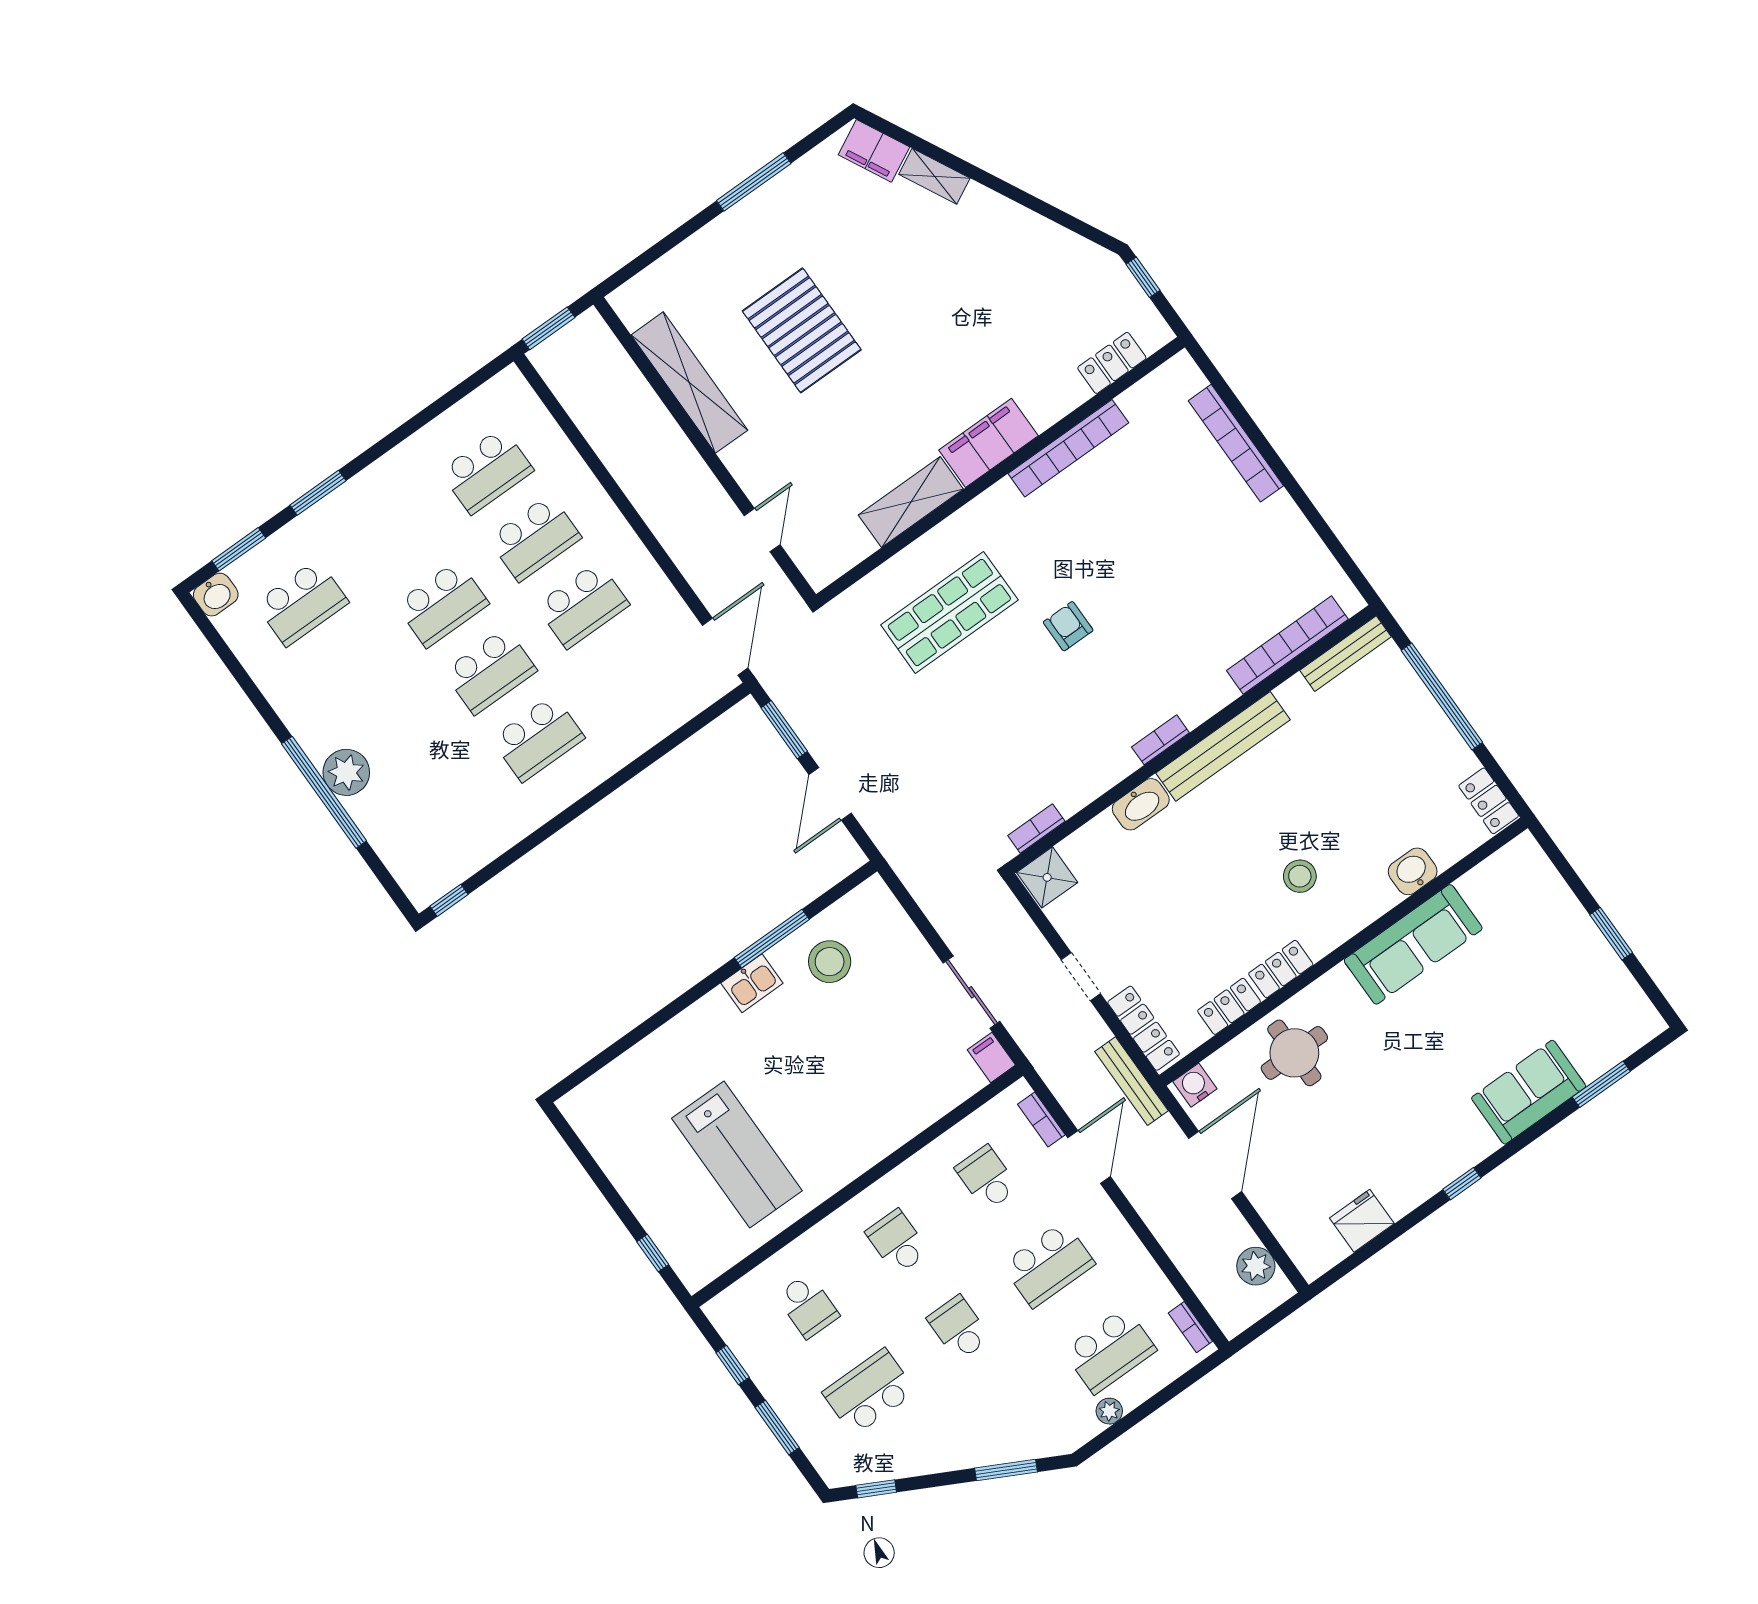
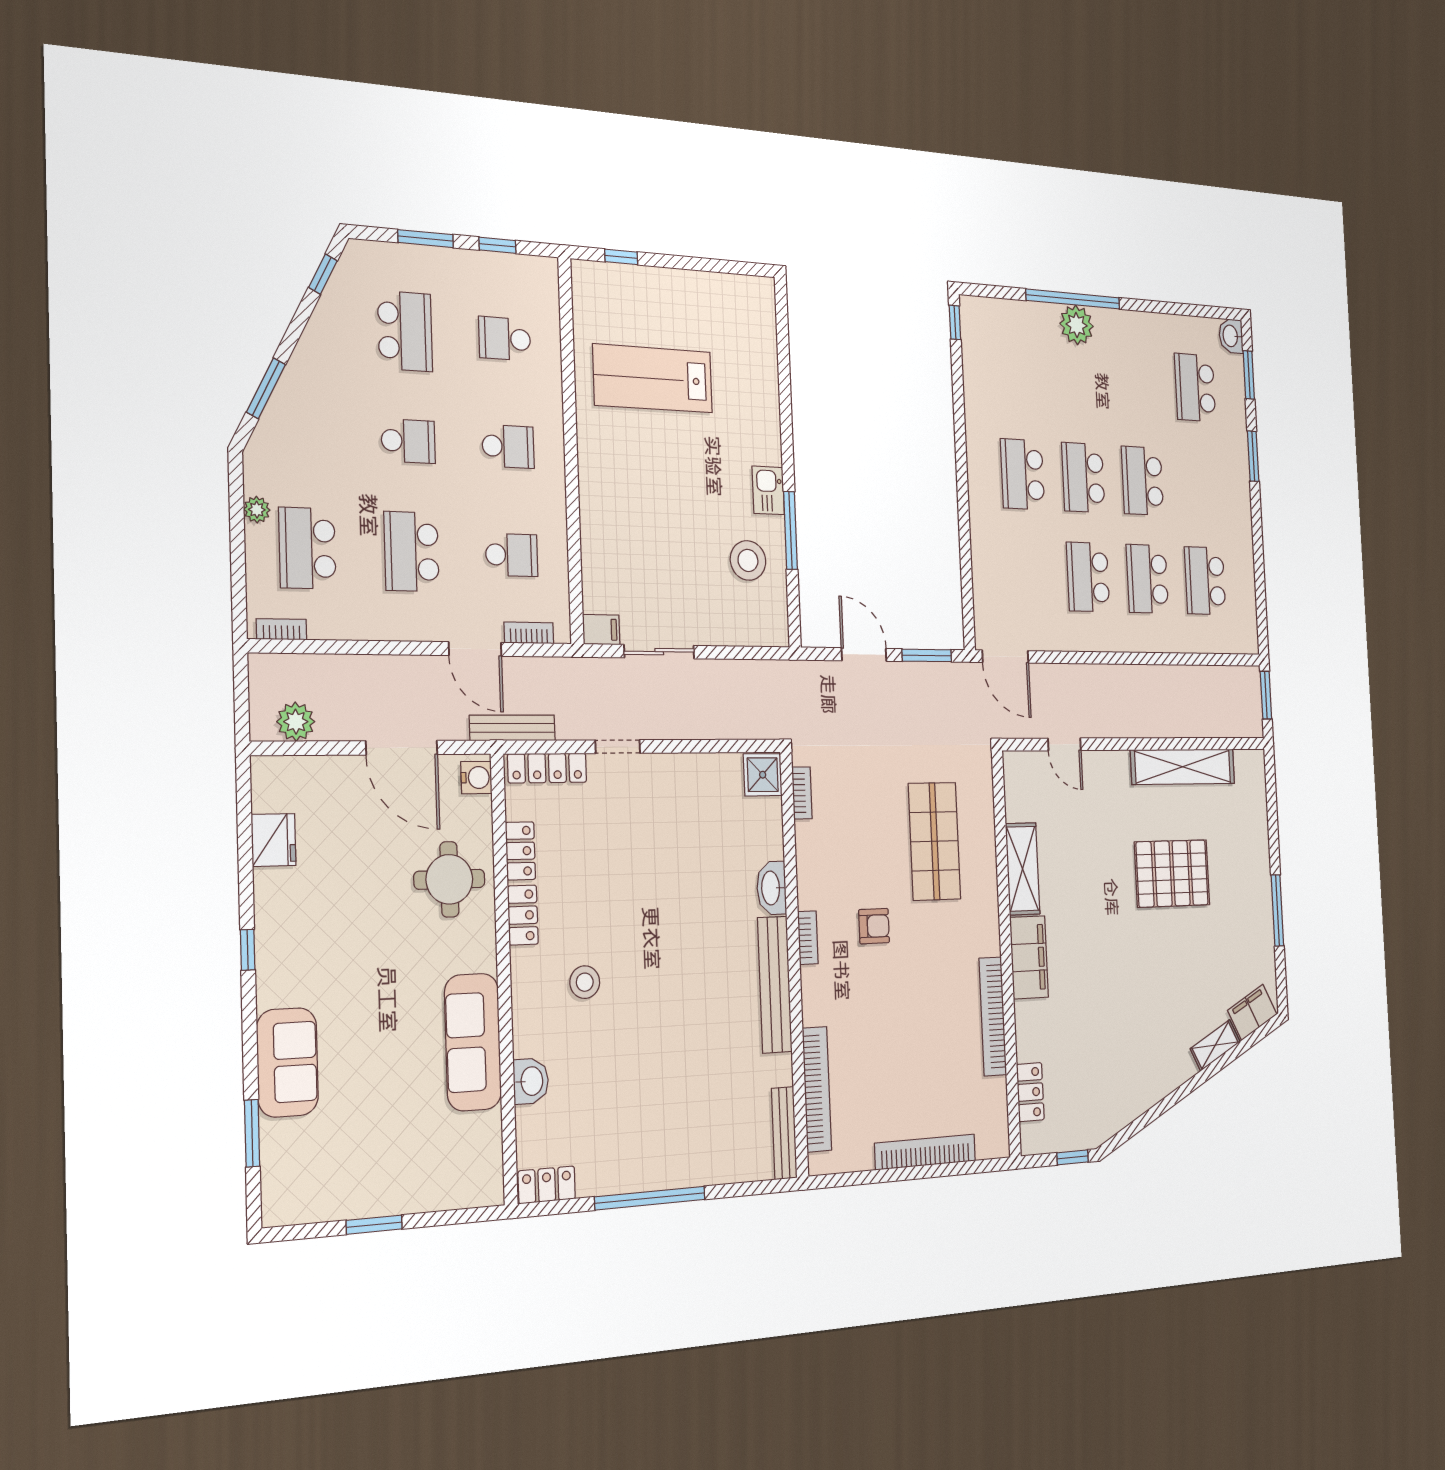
bookcase: (1287, 645) -> (817, 1089), moved
bench: (1346, 654) -> (784, 1133), moved
wall: (1192, 739) -> (794, 963), moved
bookcase: (1160, 740) -> (808, 938), moved
bench: (1223, 746) -> (775, 985), moved
washbasin: (1141, 804) -> (771, 888), moved
bookcase: (1036, 828) -> (802, 793), moved
shower: (1047, 877) -> (763, 775), moved

